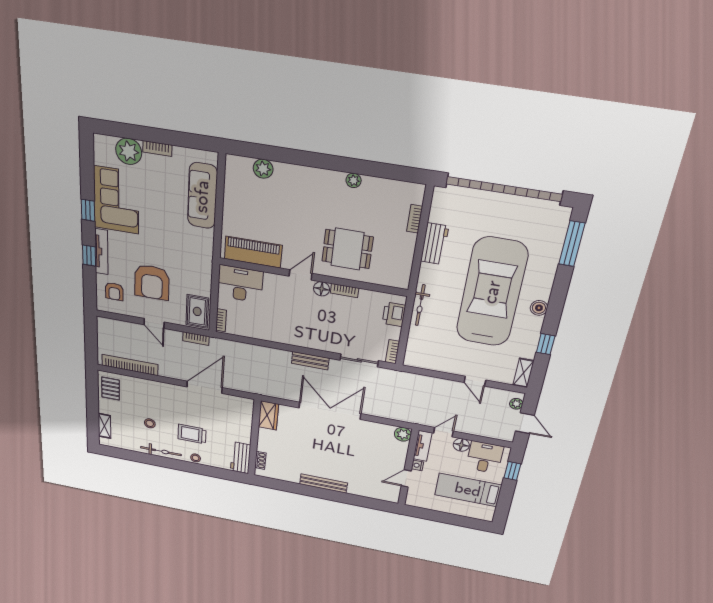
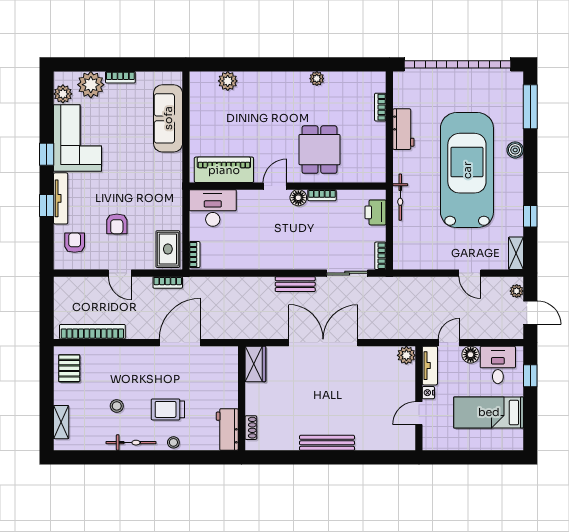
plant: (102, 156) -> (63, 94), added
dining table: (347, 249) -> (319, 150), turned 90
armchair: (152, 282) -> (117, 224), width x0.53, depth x0.53
armchair: (114, 291) -> (75, 243), turned 180
boiler: (539, 308) -> (515, 150), moved

